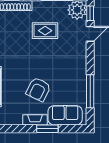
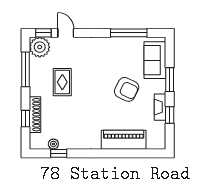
fireplace: (35, 120) -> (160, 107), moved
window: (15, 129) -> (170, 115), added

